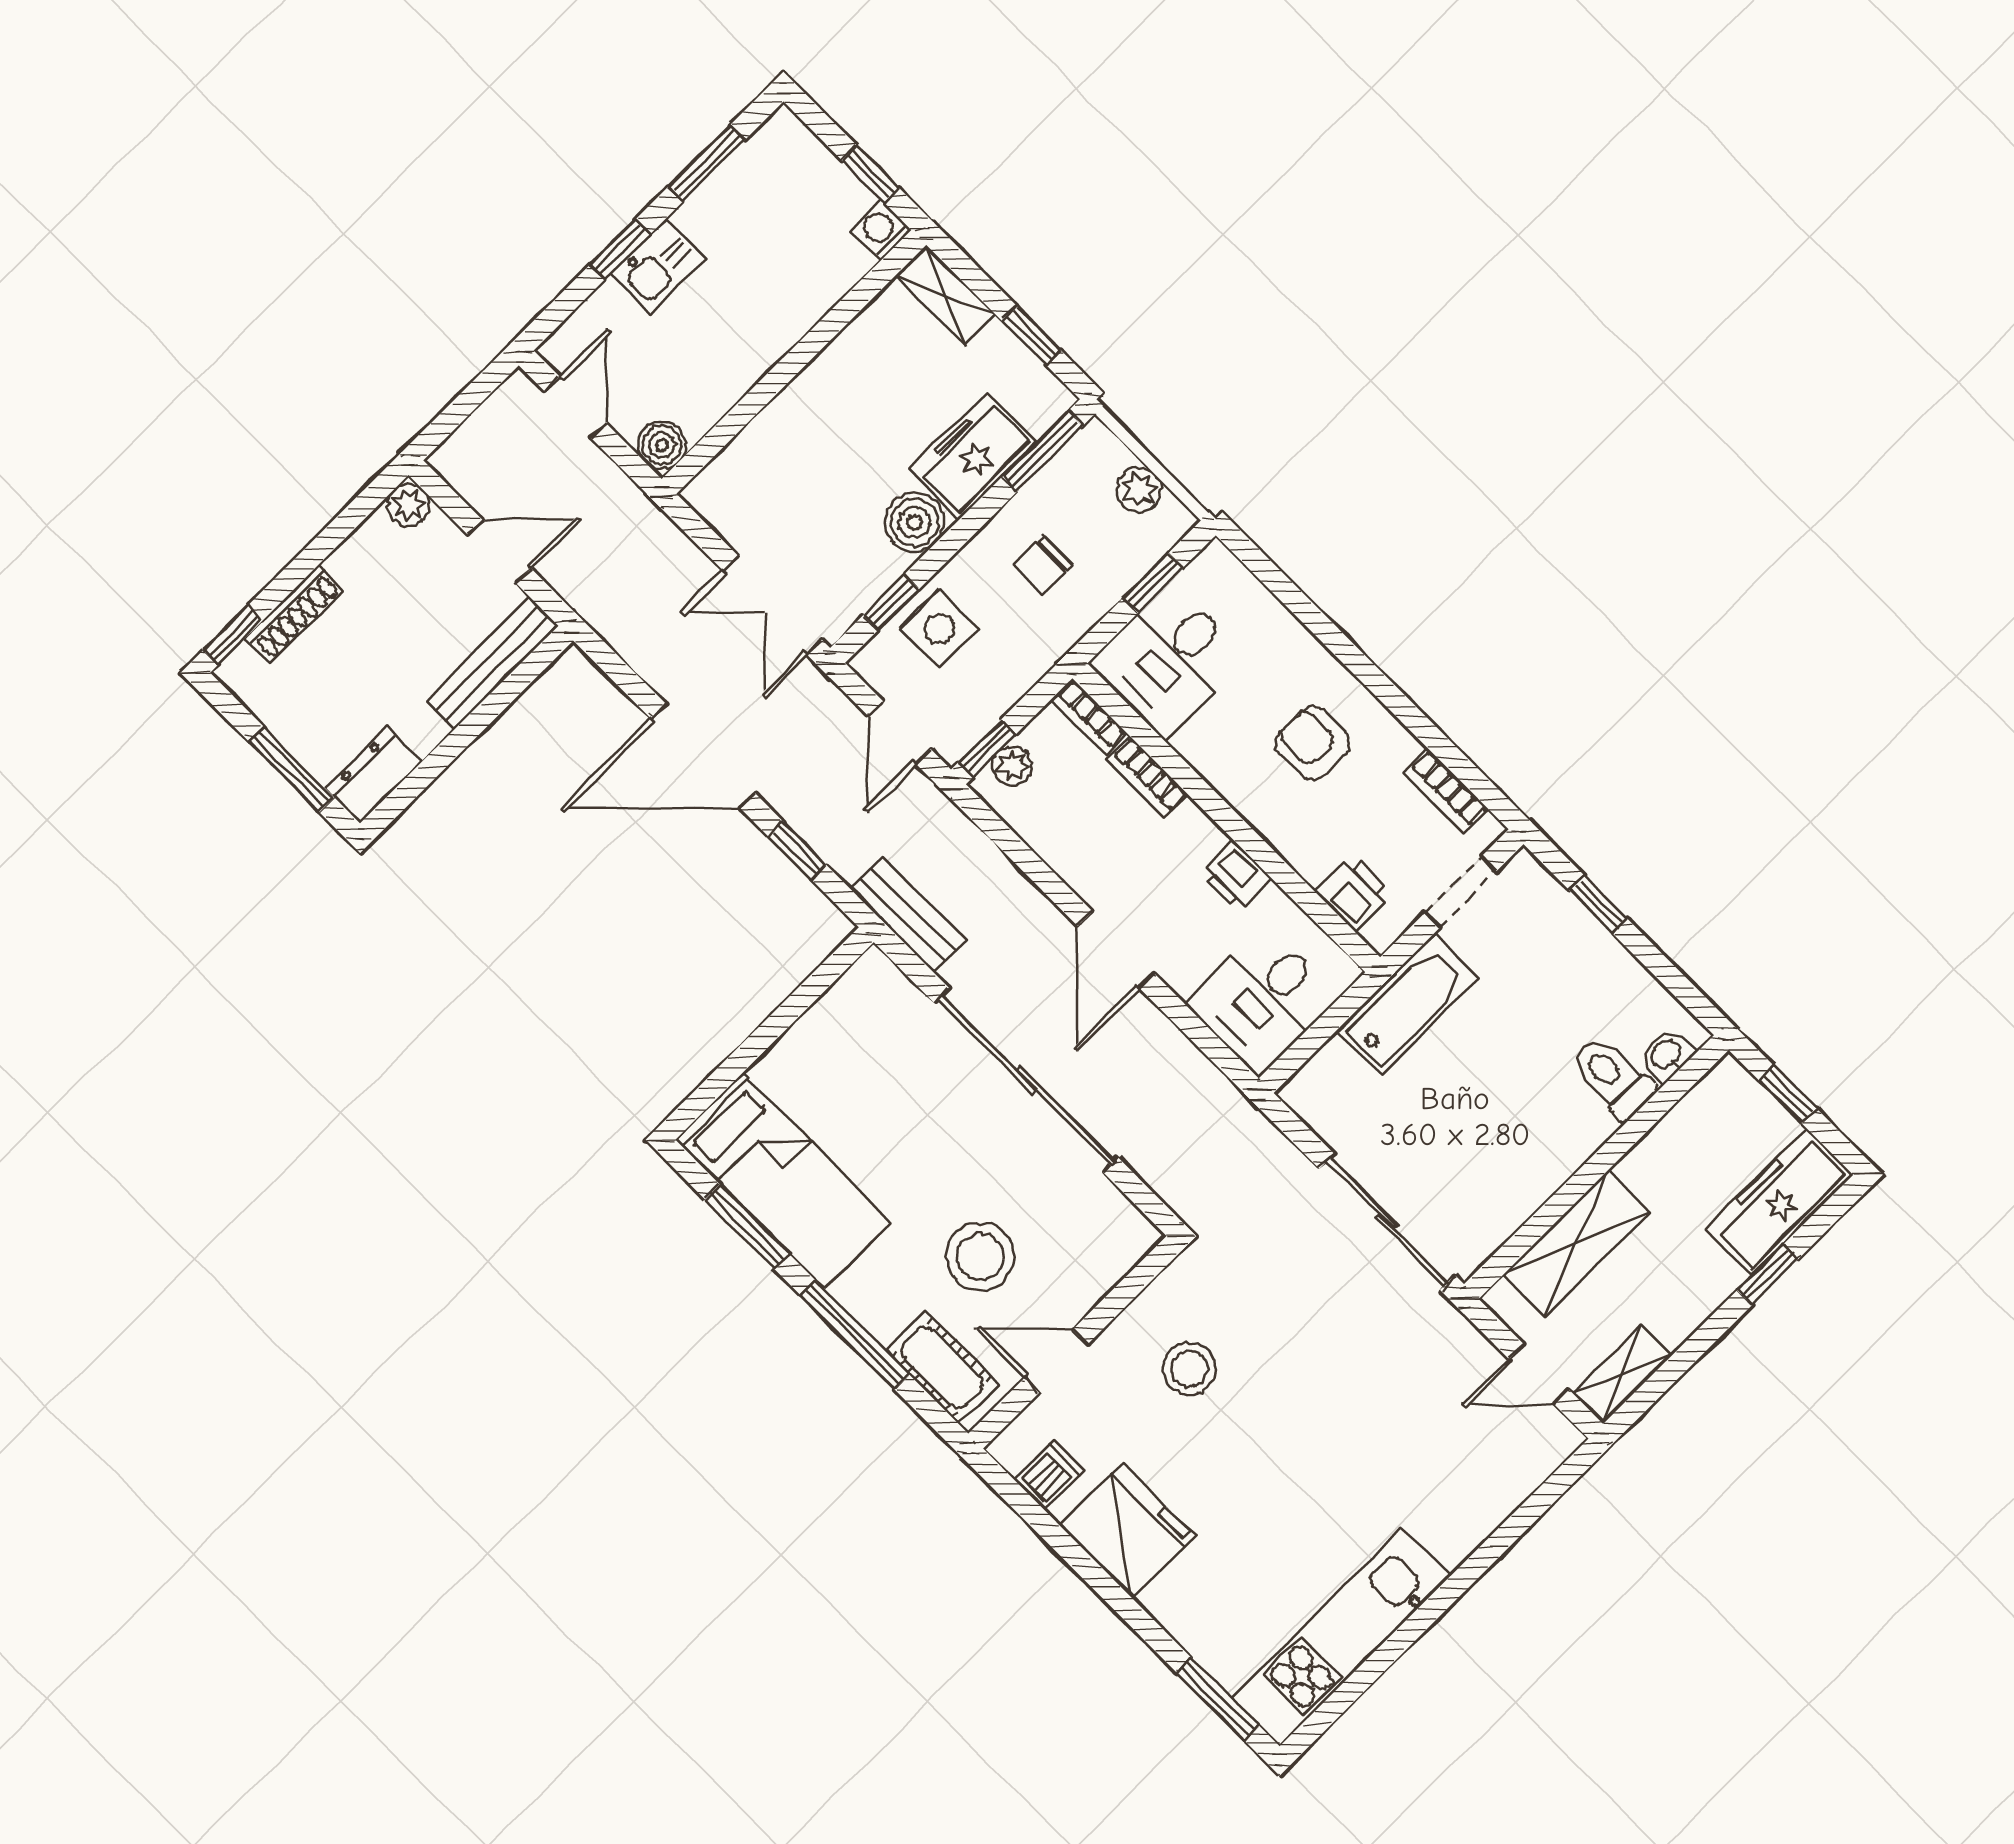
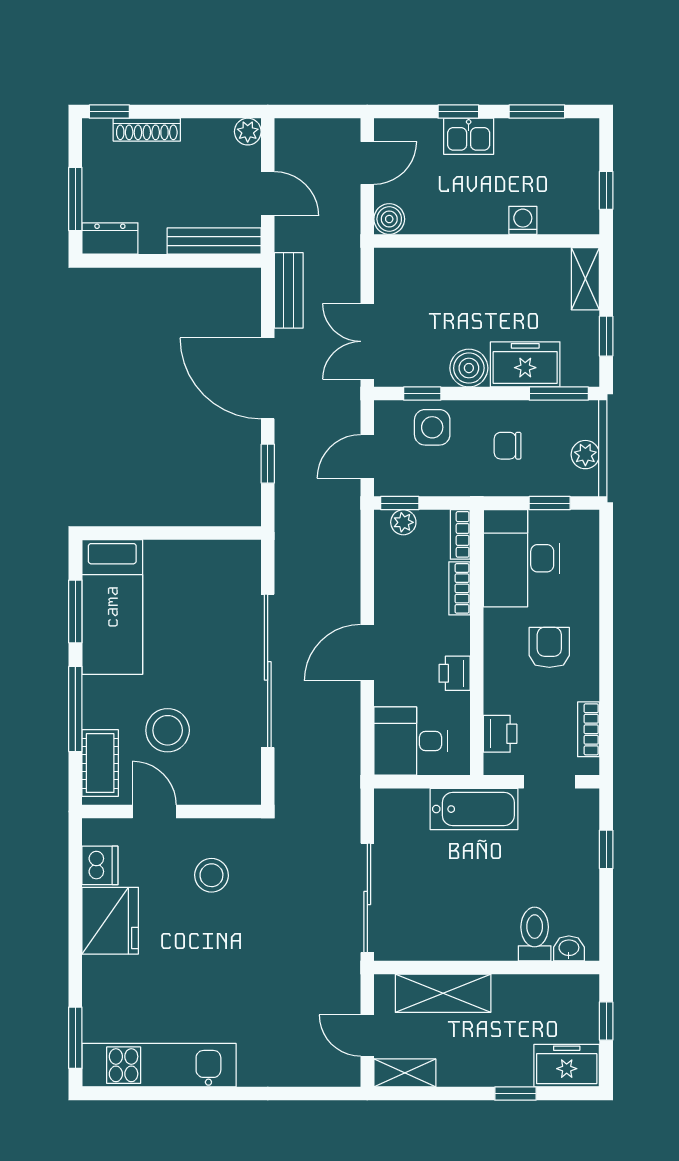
washing machine: (881, 230) -> (523, 220), moved
desk: (1168, 660) -> (522, 558), width x1.37
bench: (908, 915) -> (289, 290), moved
freezer: (1779, 1202) -> (567, 1066), width x0.71
dishwasher: (1049, 1475) -> (100, 865), width x1.38

